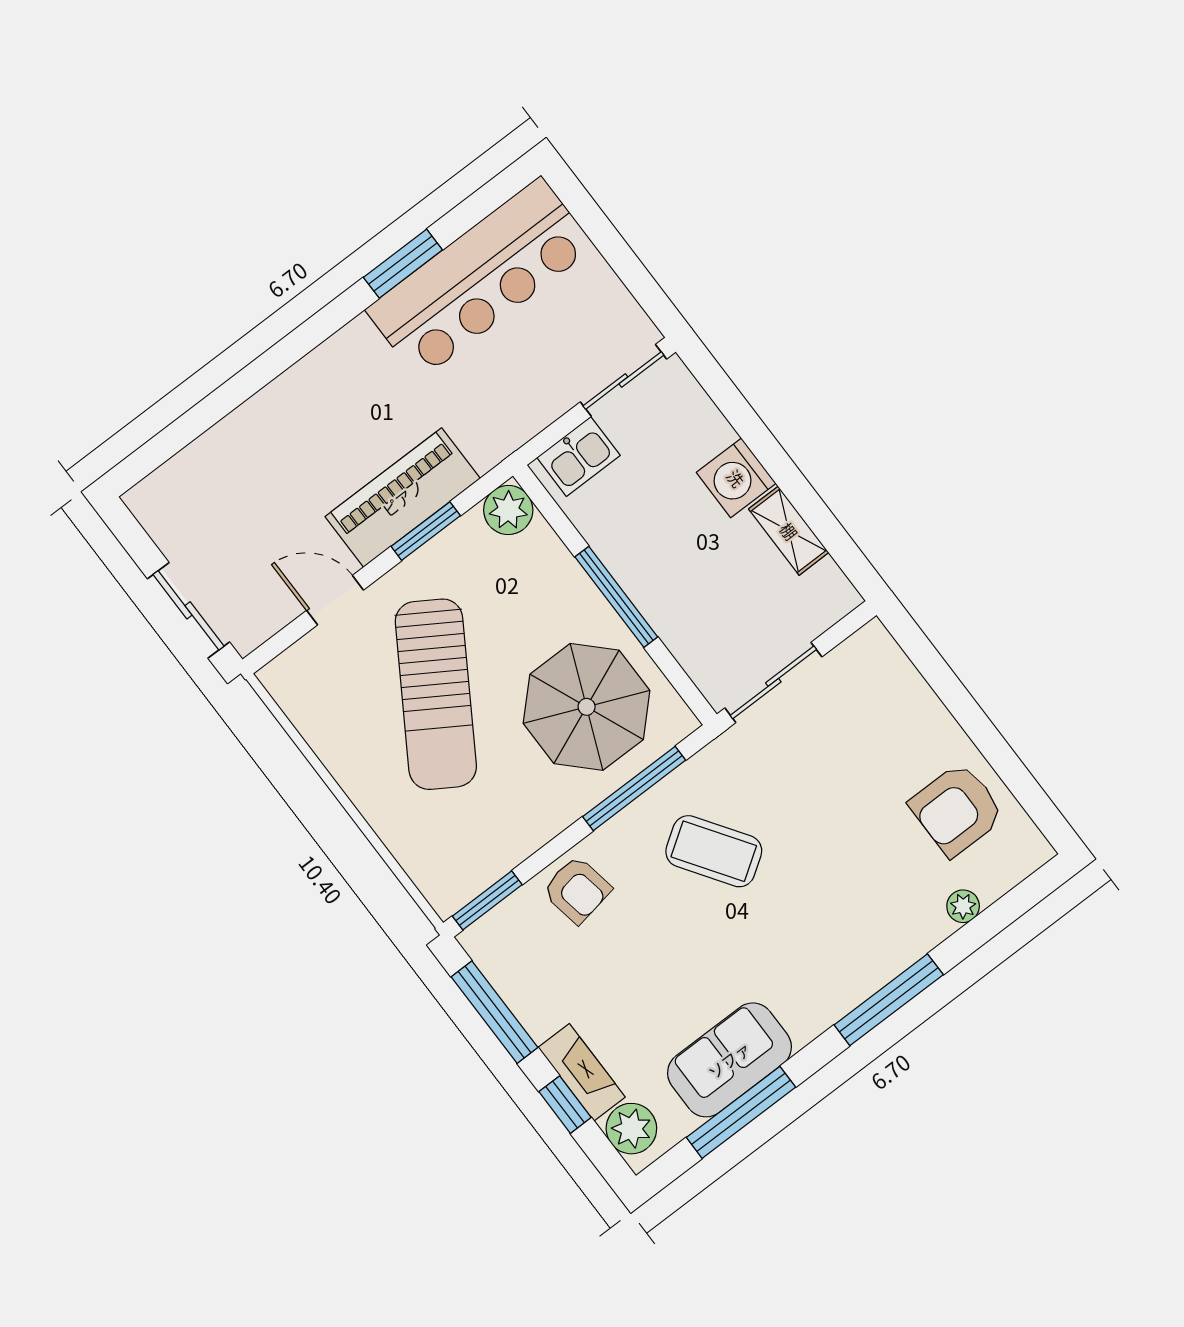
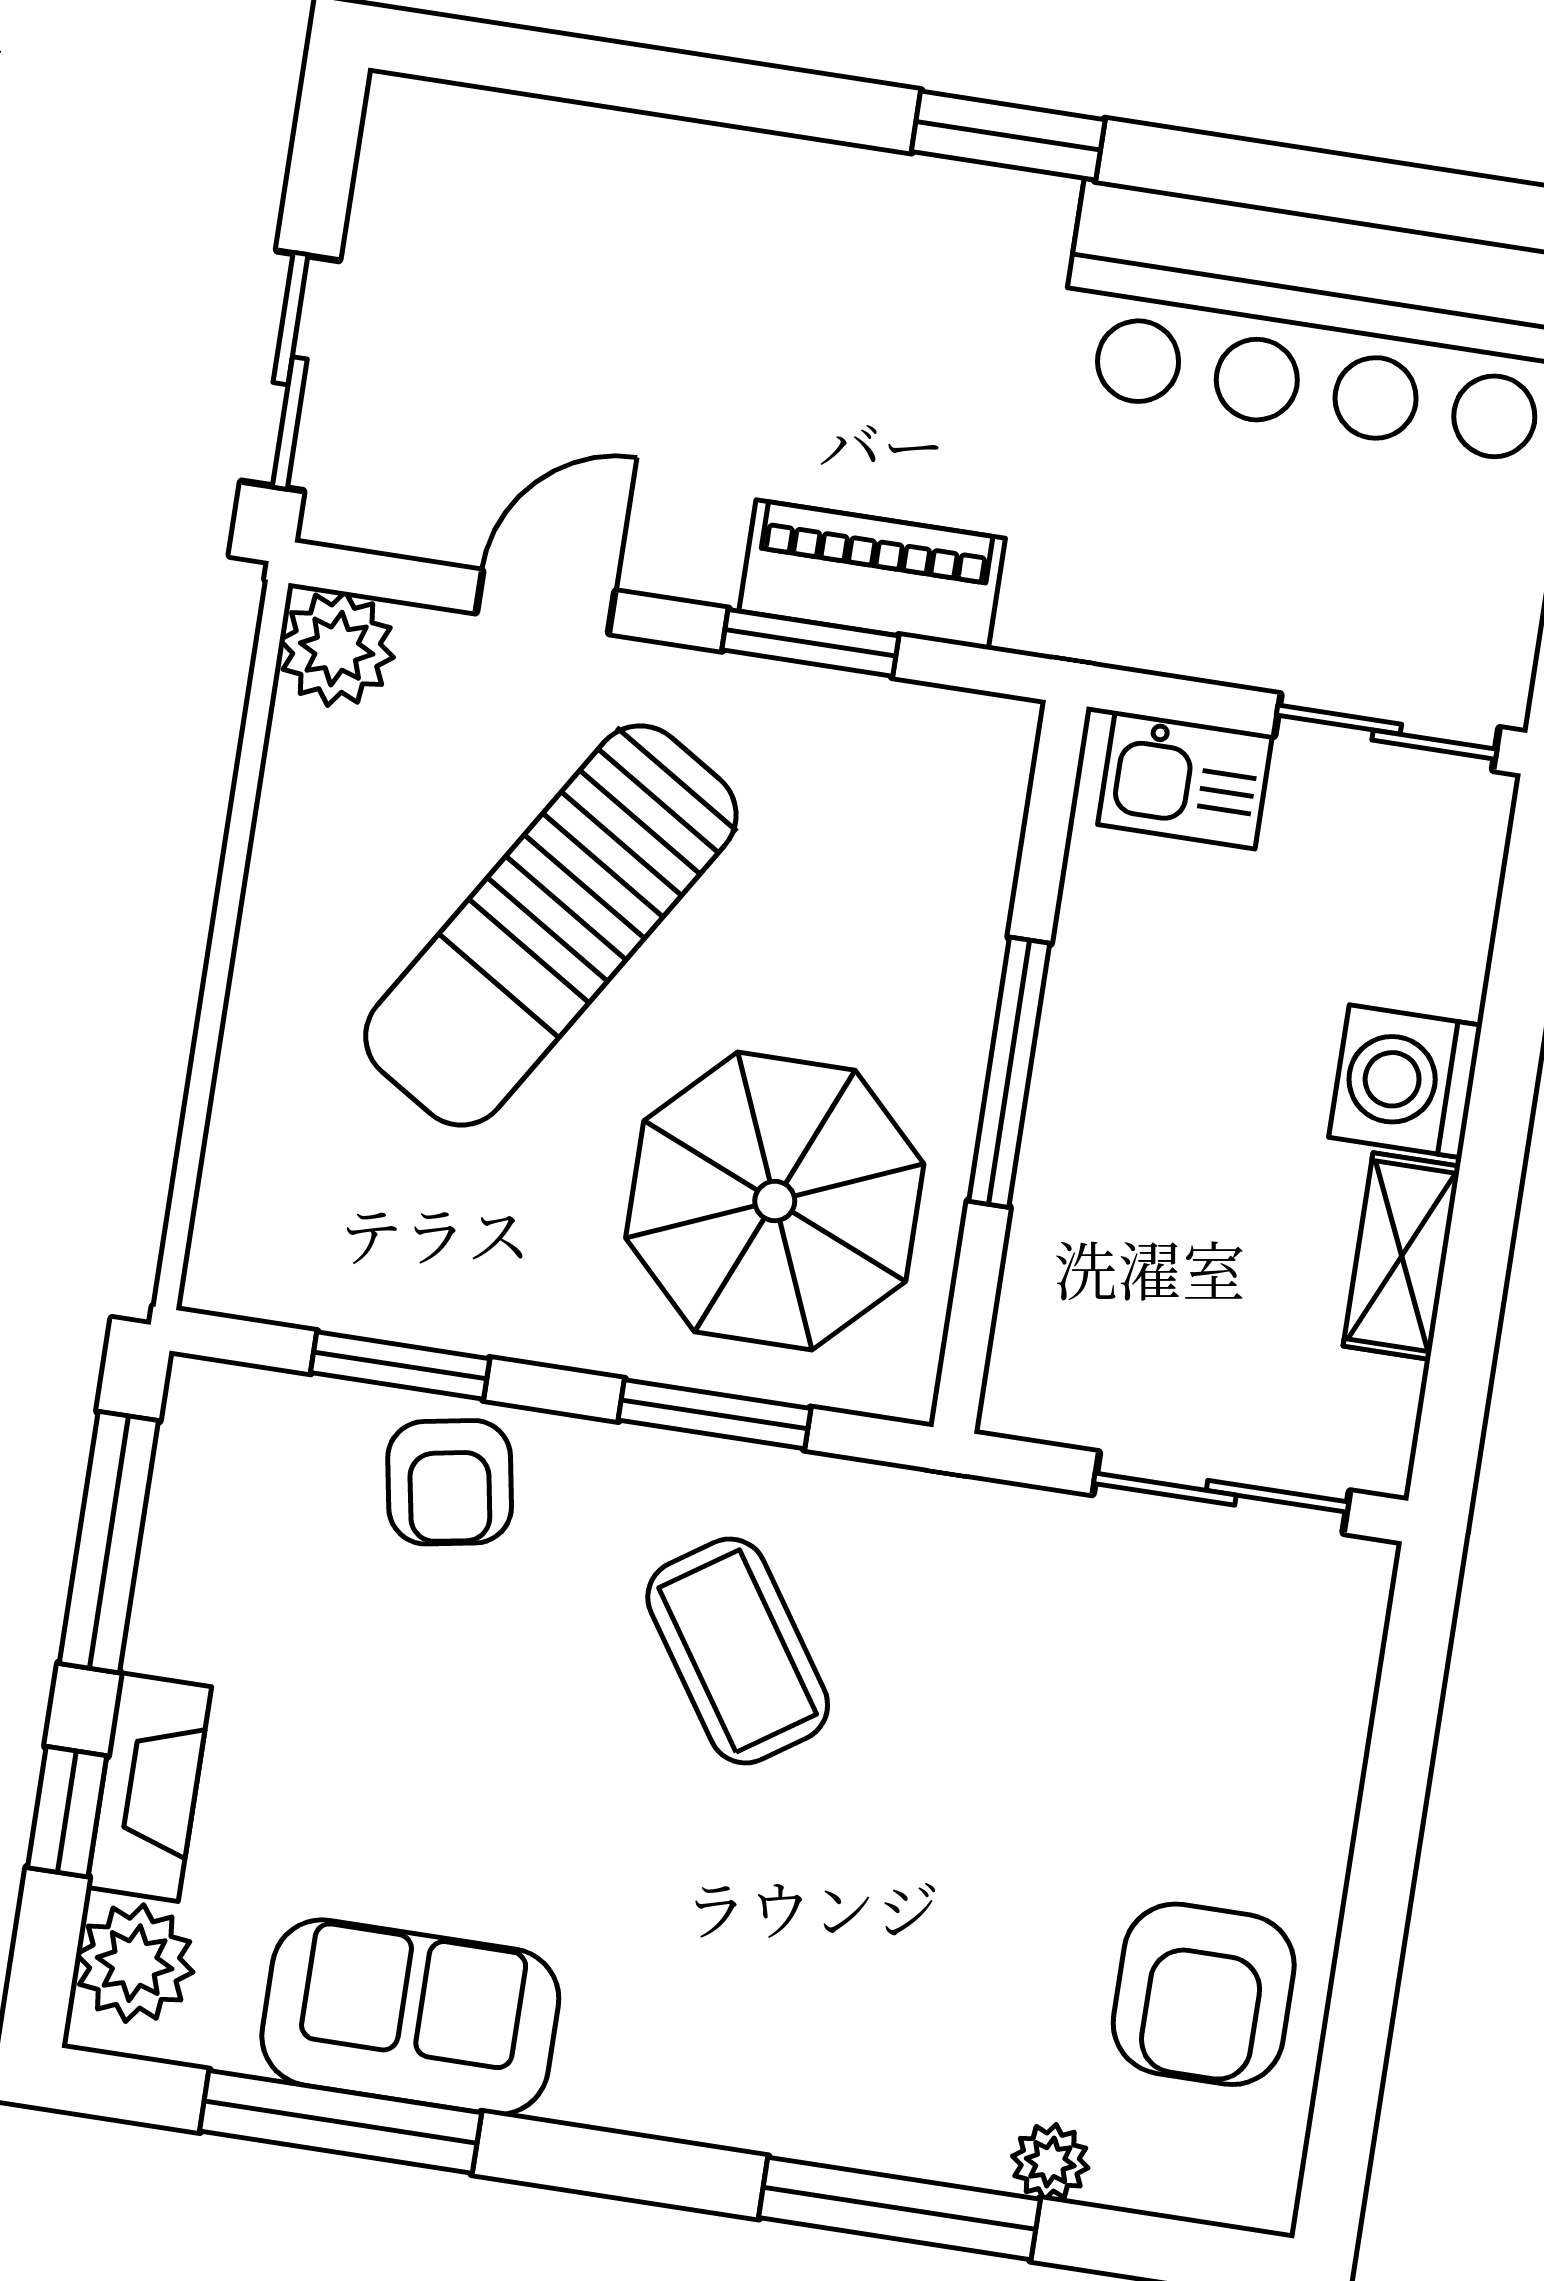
window: (403, 264) -> (1008, 136), moved
piano: (403, 498) -> (872, 575), width x0.73, depth x0.75
plant: (508, 510) -> (337, 649), moved
door: (335, 600) -> (546, 602), hinge flipped
sliding door: (773, 682) -> (1221, 1493), moved
window: (634, 788) -> (714, 1414), width x0.69
armchair: (957, 810) -> (1204, 1994), turned -90
window: (487, 900) -> (400, 1366), moved
window: (889, 1000) -> (899, 2208), moved

